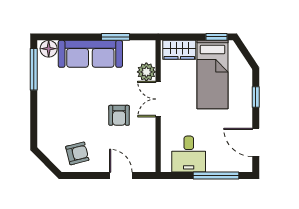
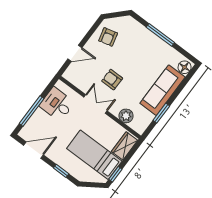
window: (34, 69) -> (160, 35), moved
double door: (158, 99) -> (95, 104), moved

